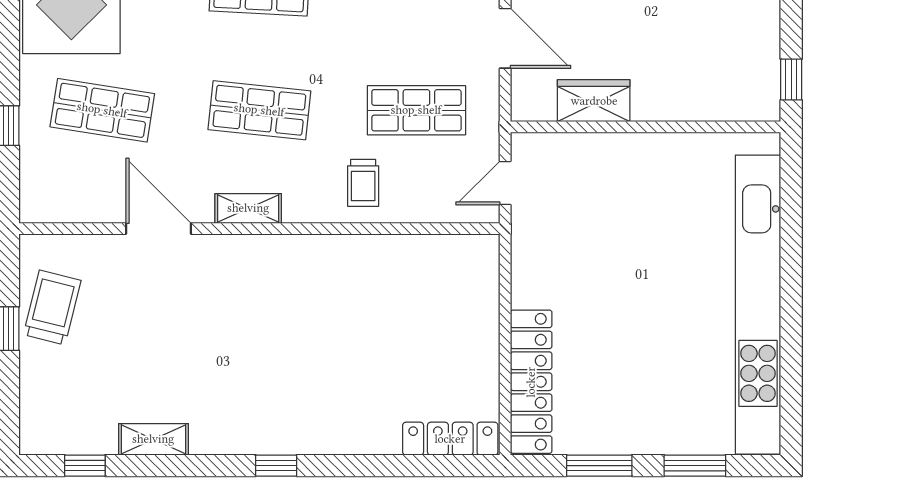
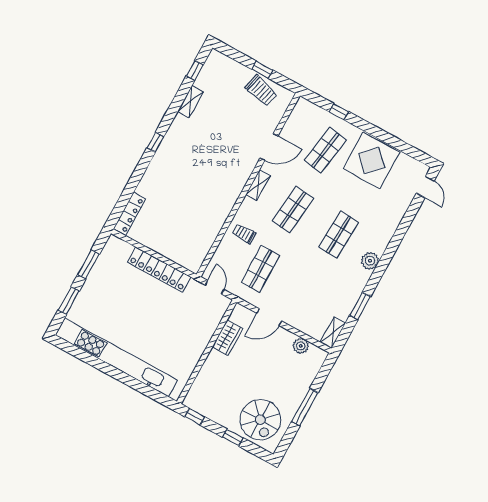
locker: (531, 382) -> (159, 270), moved

